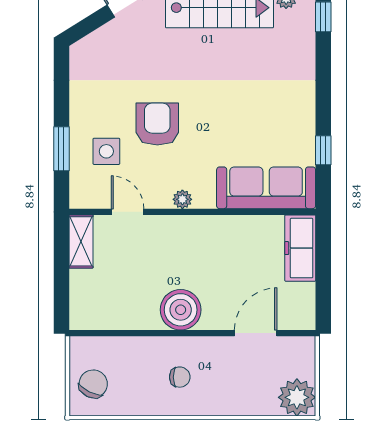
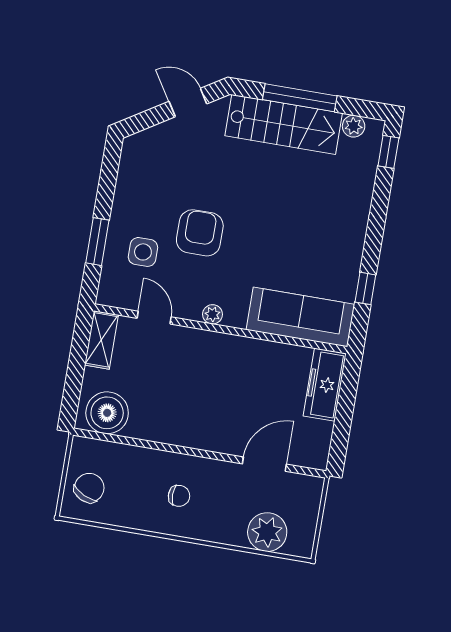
boiler: (181, 310) -> (107, 413), moved
plant: (297, 397) -> (267, 532), moved

